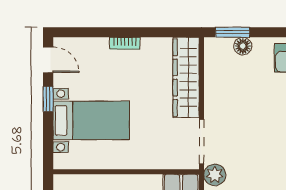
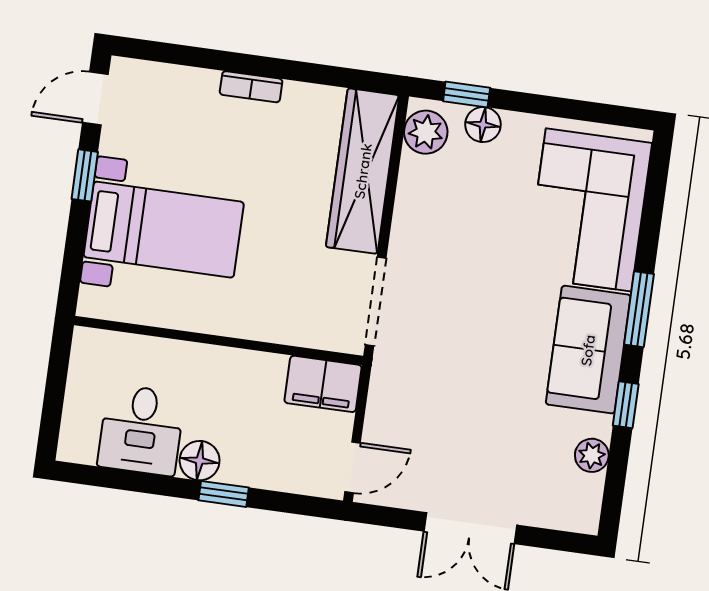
window: (233, 32) -> (467, 94), width x0.67
door: (48, 60) -> (95, 98), swing flipped
plant: (215, 175) -> (426, 132), moved

